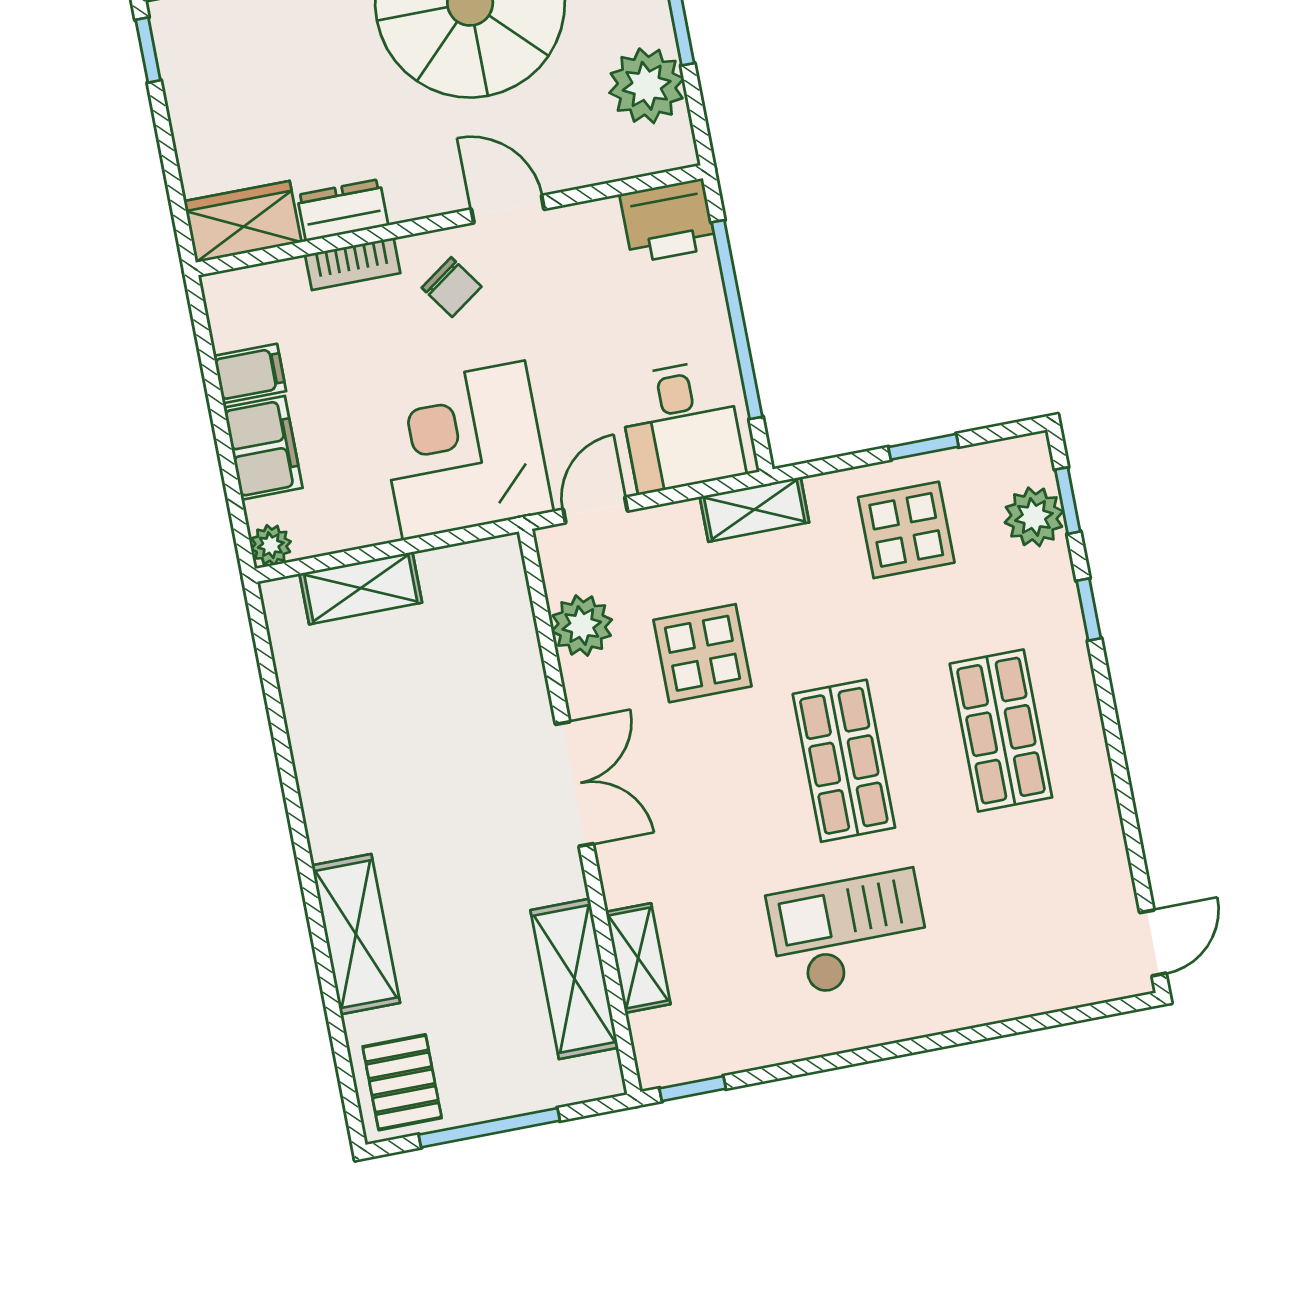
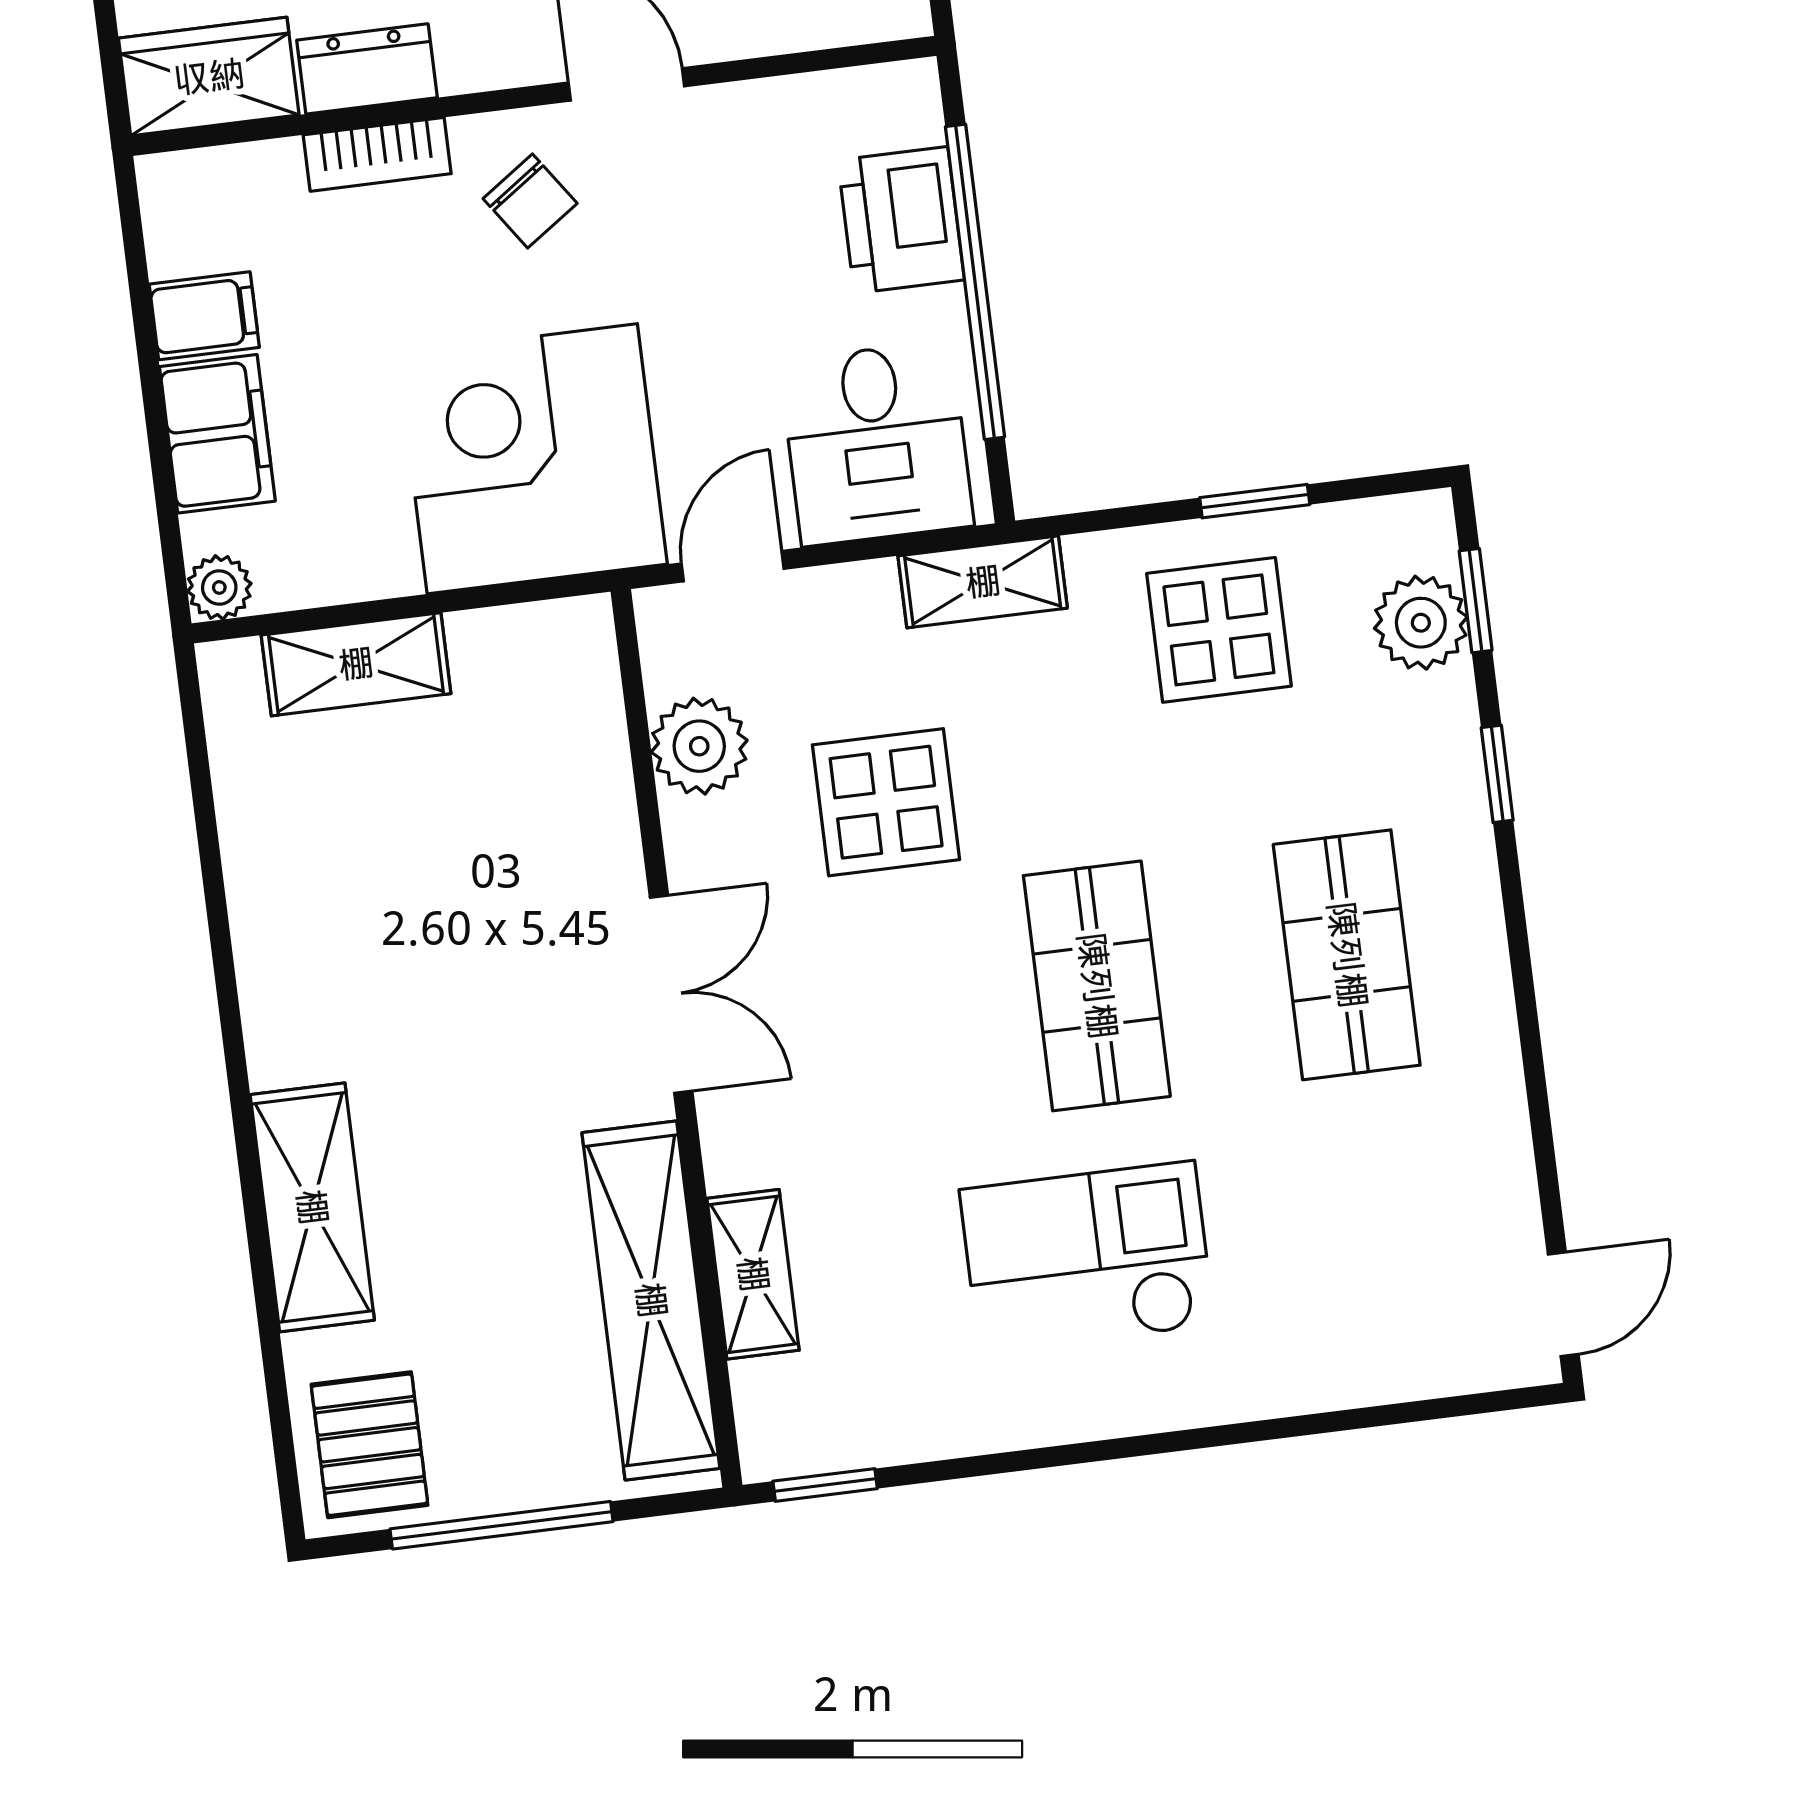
printer: (668, 221) -> (901, 220), moved, turned 90
shelving: (574, 979) -> (651, 1300), width x1.47

